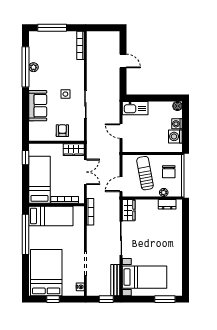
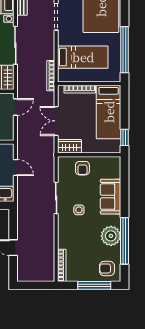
armchair: (41, 43) -> (107, 269), added
plant: (33, 67) -> (111, 236), width x1.88, depth x1.88
bed: (51, 216) -> (83, 57), moved, turned 180

